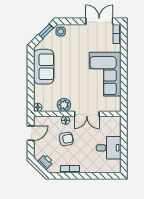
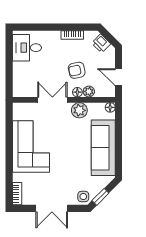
double door: (99, 21) -> (52, 208), moved
sofa: (44, 67) -> (103, 148), width x1.36
plant: (56, 121) -> (89, 91), added
door: (31, 133) -> (119, 77), hinge flipped
desk: (109, 148) -> (27, 48), moved

